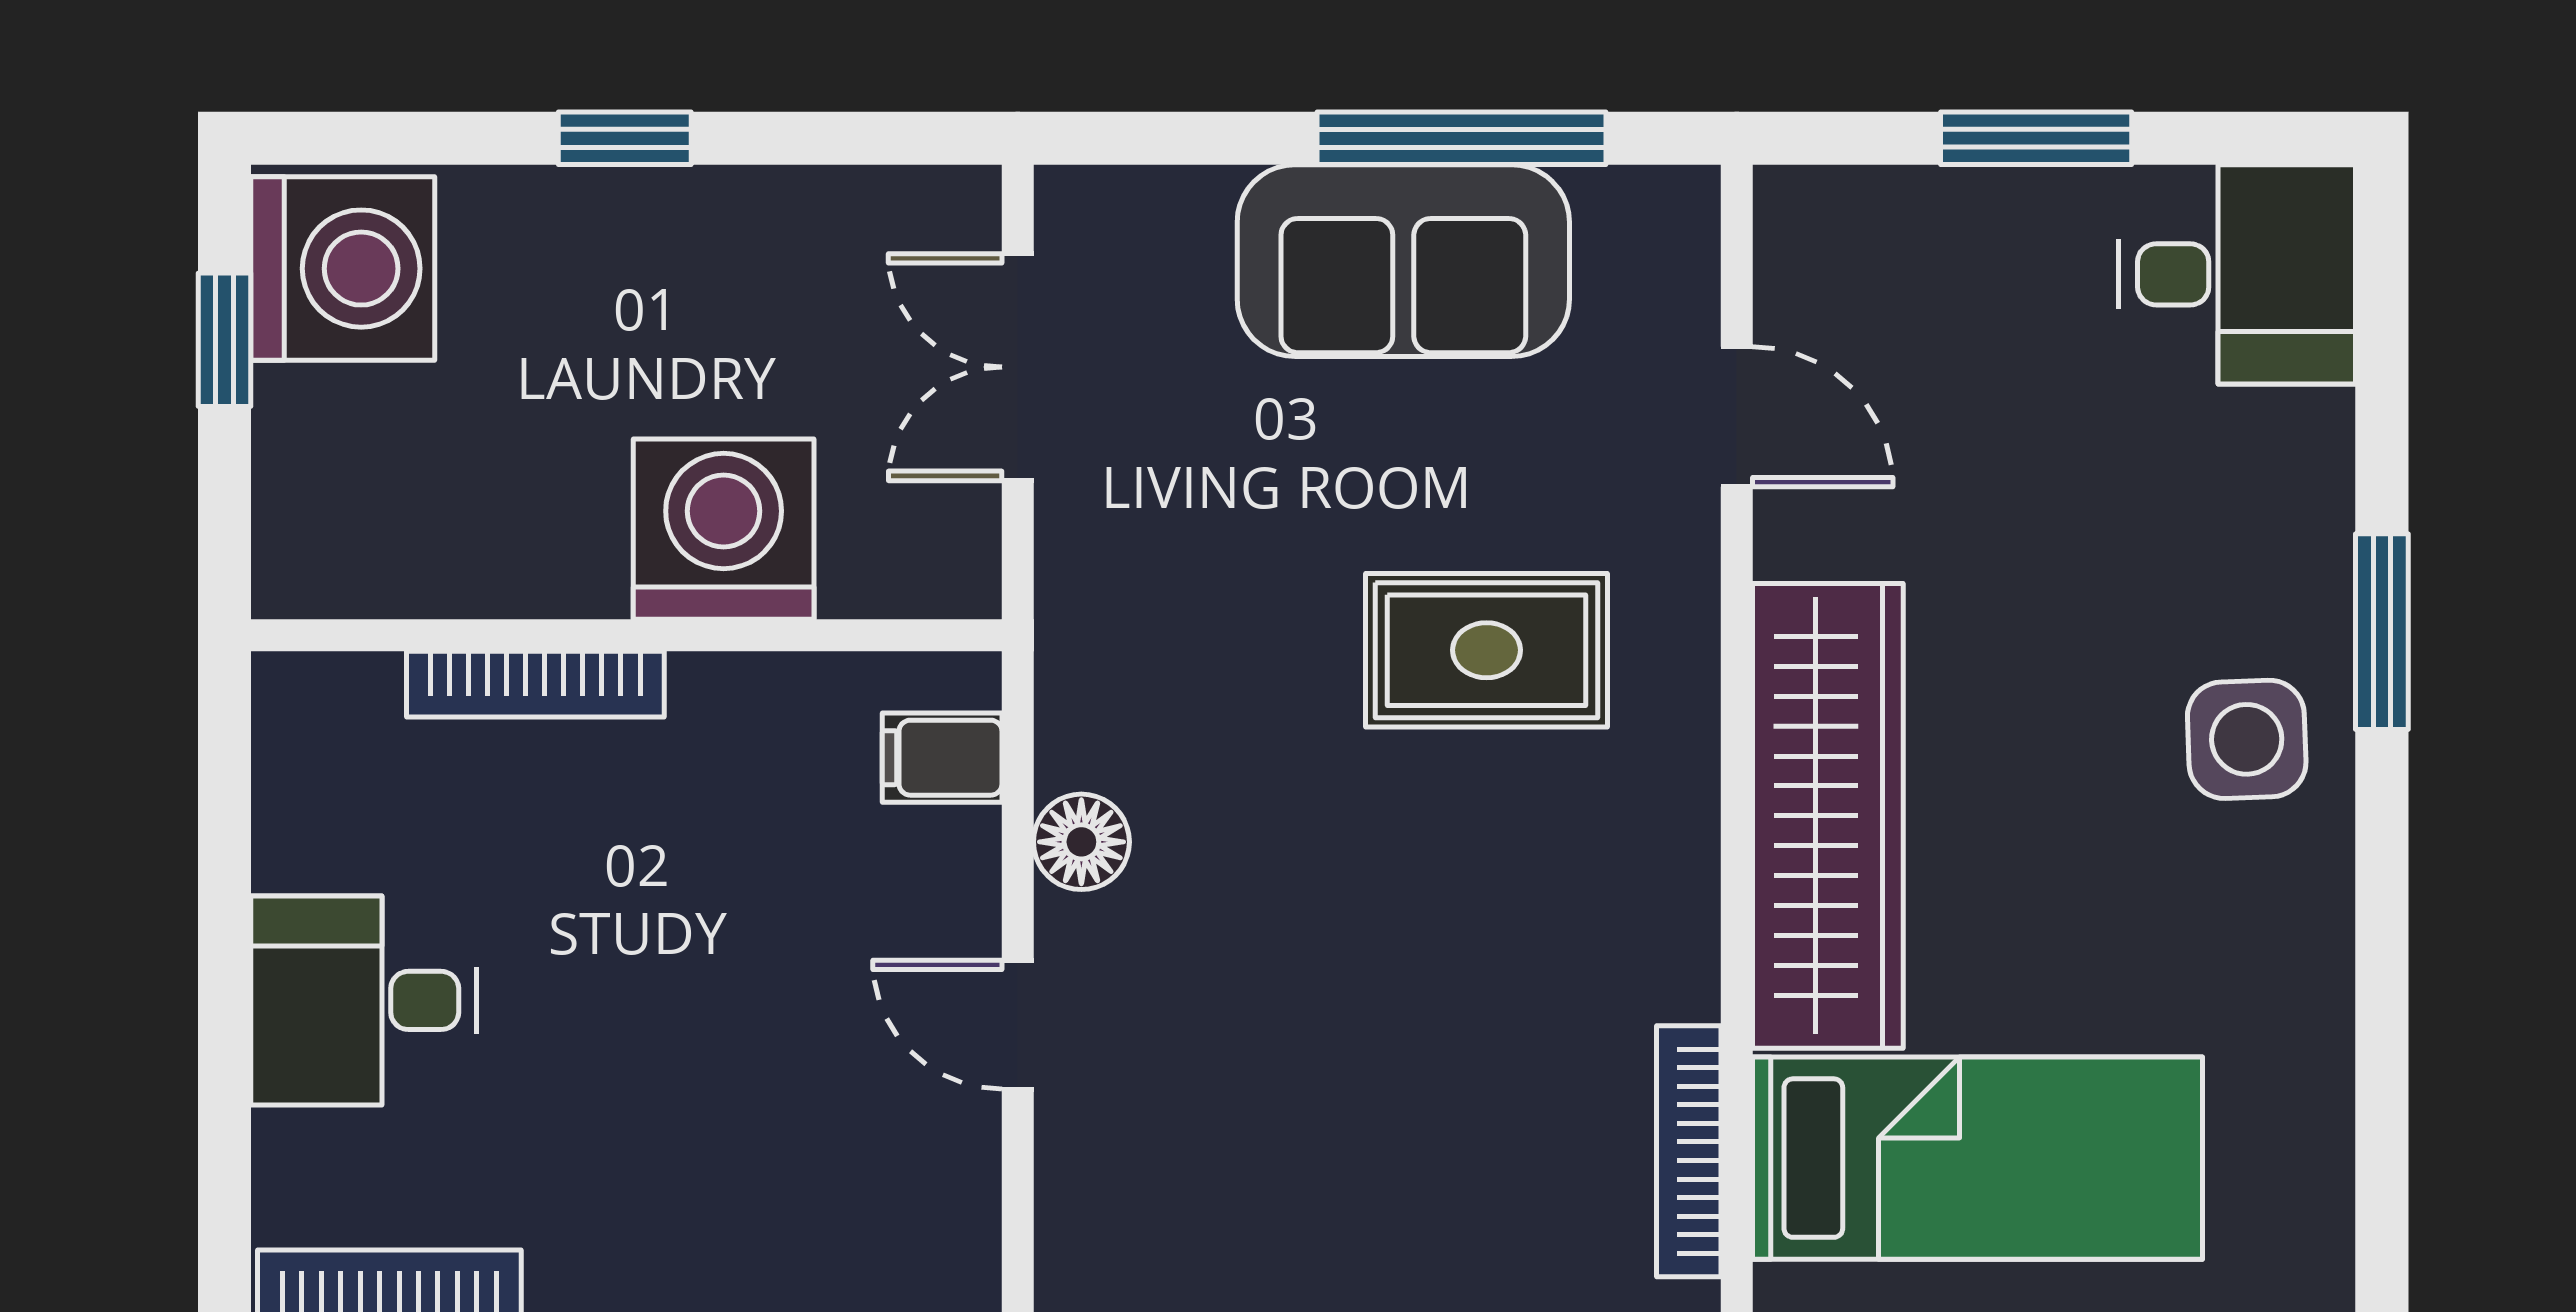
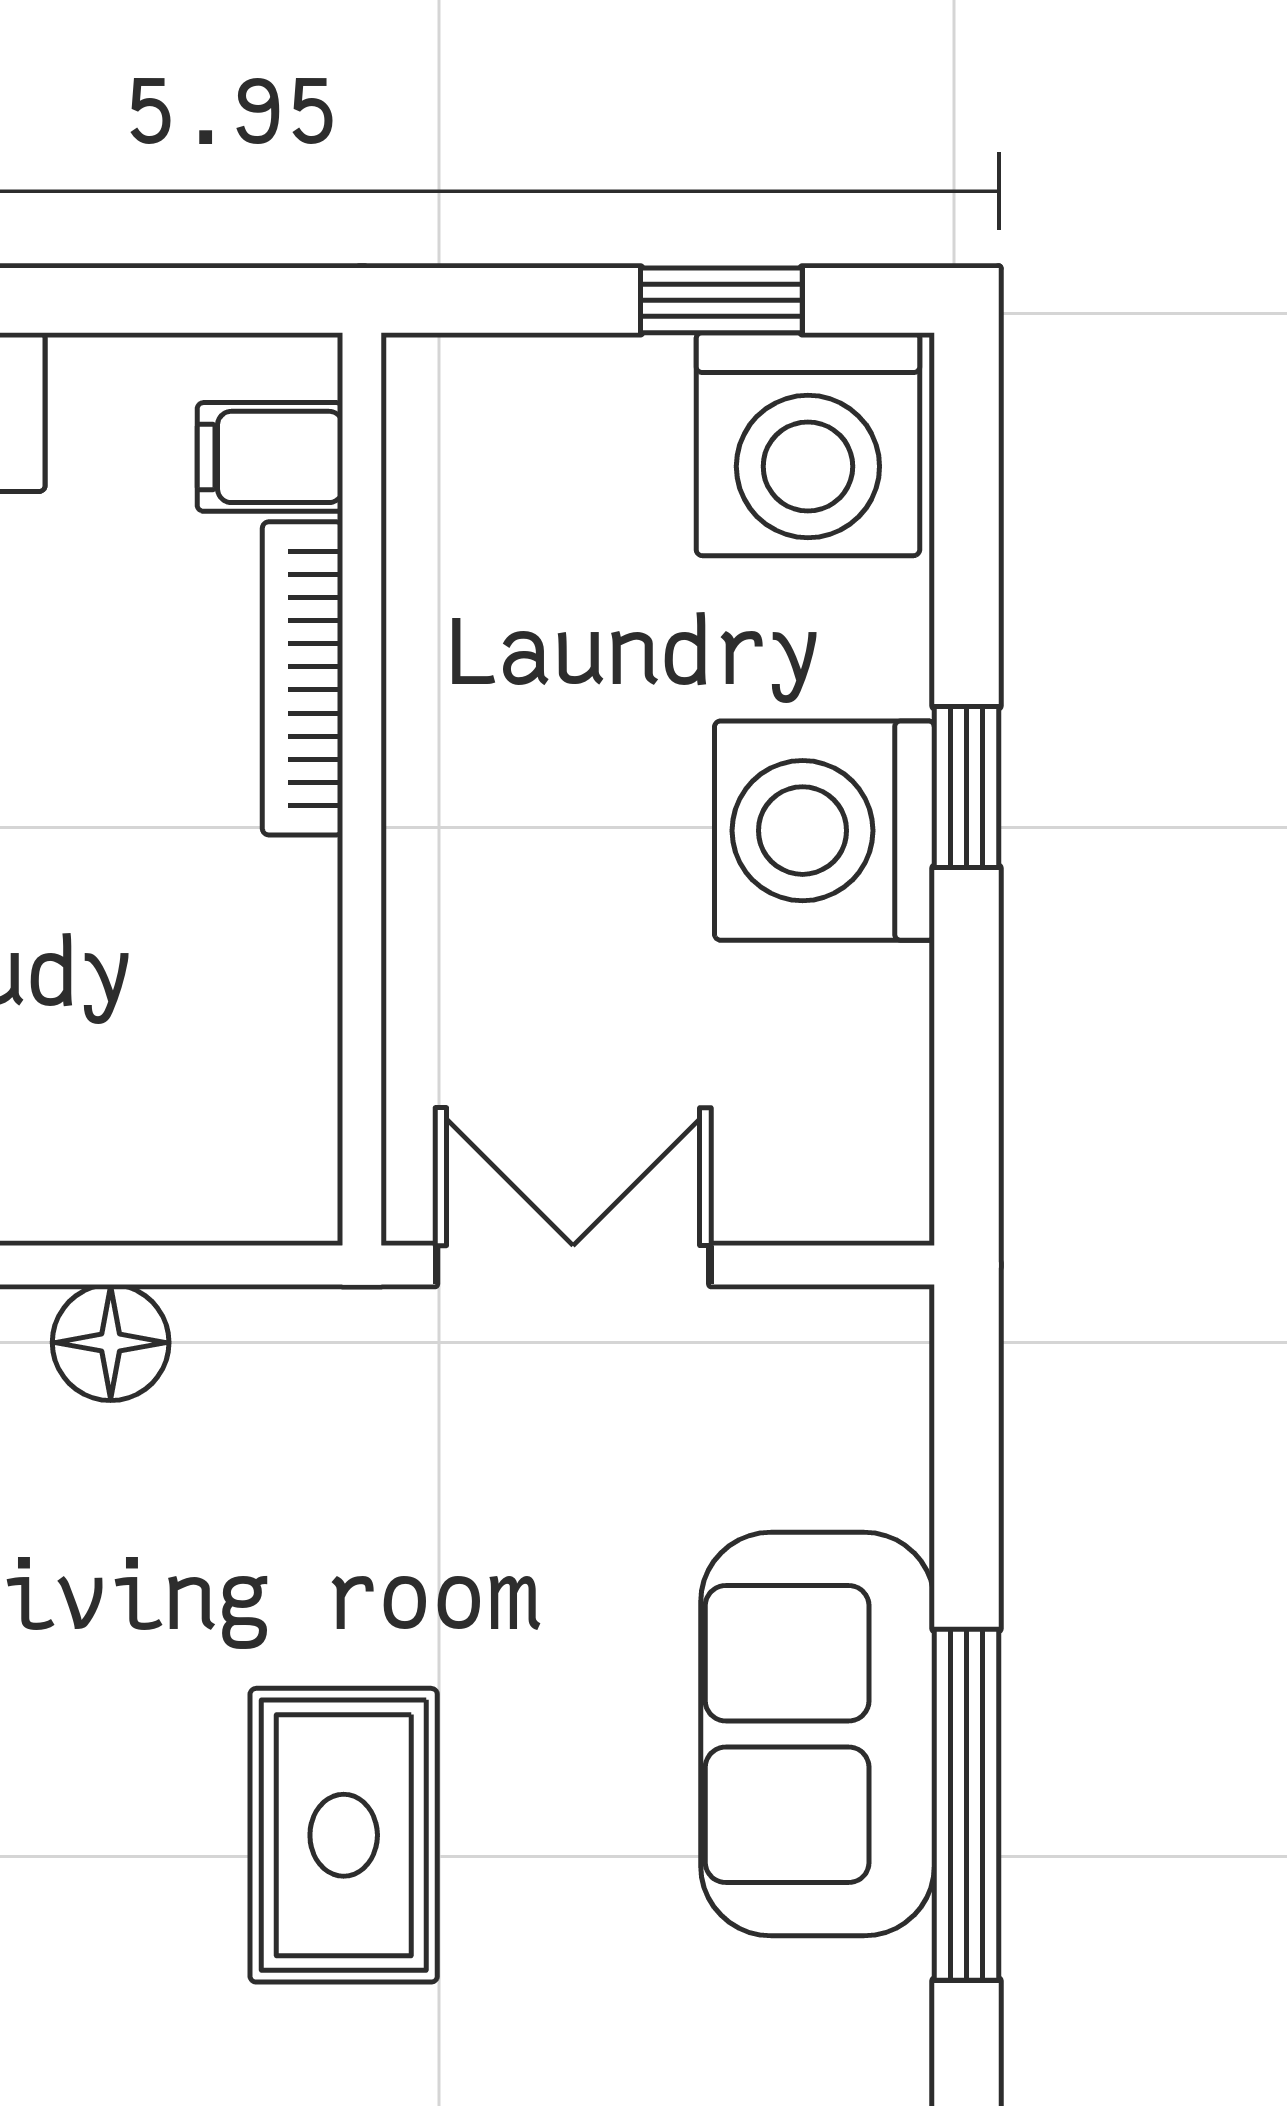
double door: (1018, 367) -> (573, 1265), moved
washing machine: (724, 529) -> (824, 831), moved, turned 180
filing cabinet: (942, 758) -> (270, 457), moved, turned -90

